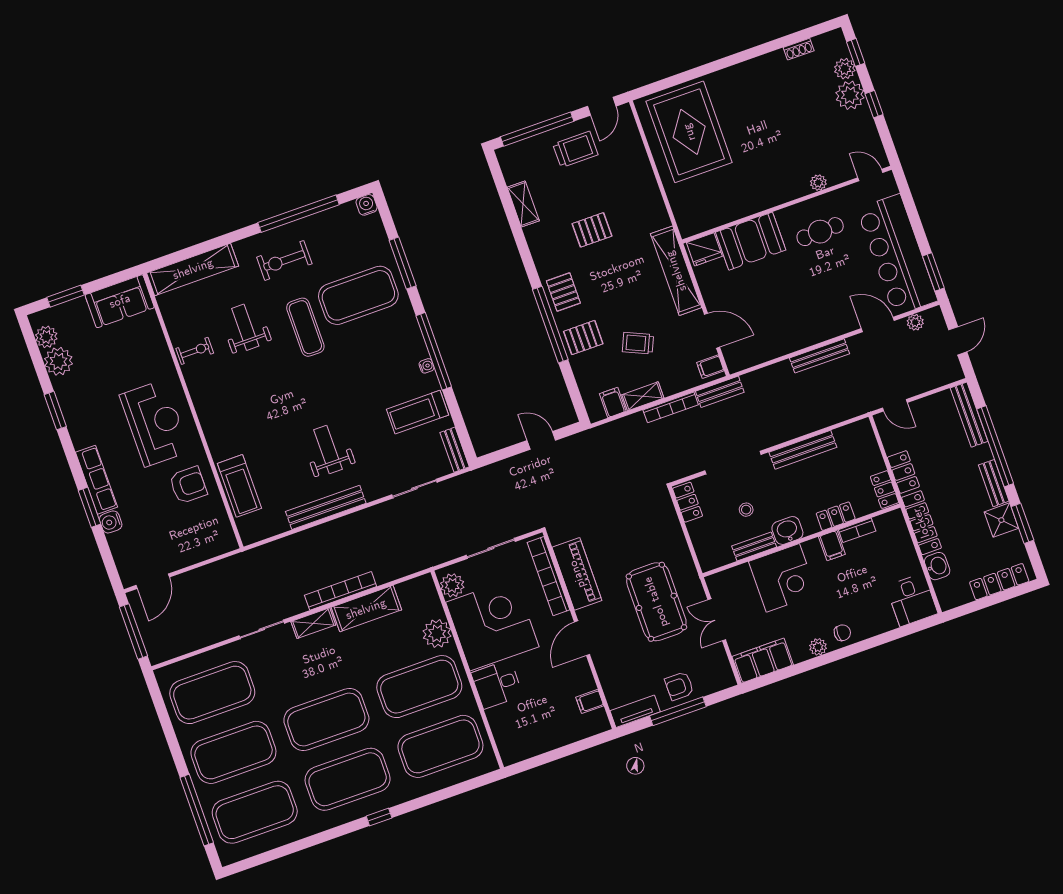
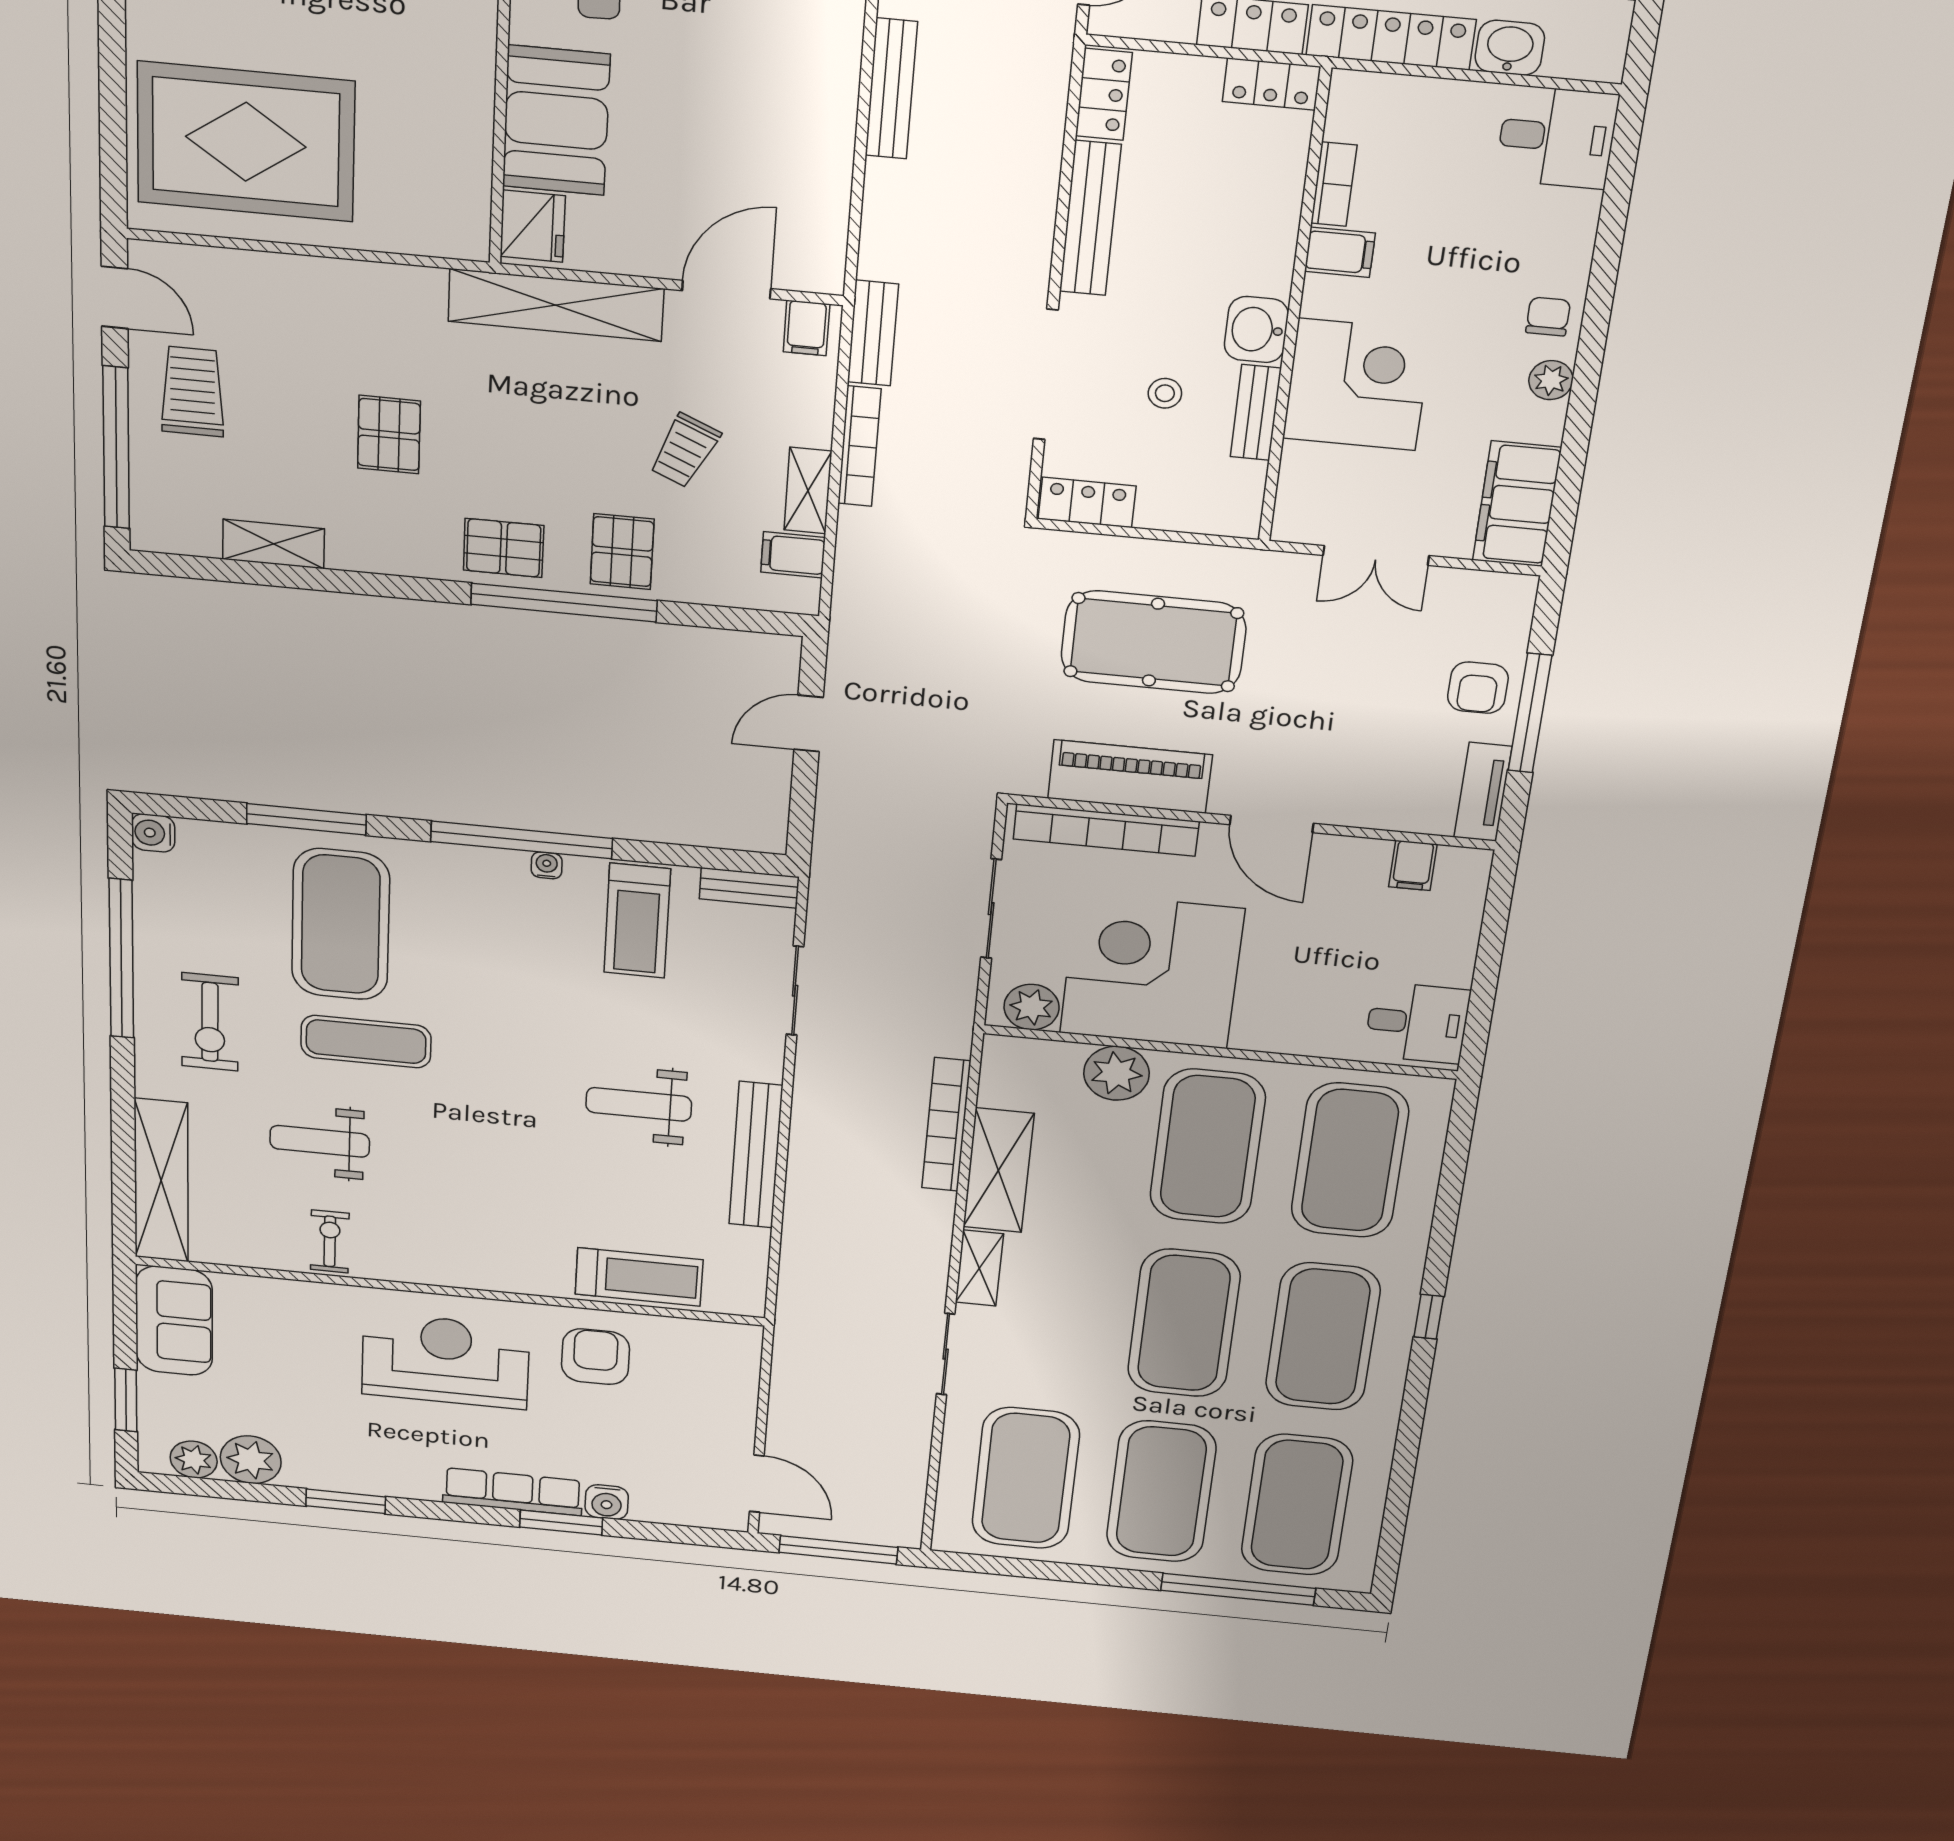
locker: (836, 516) -> (1104, 94), moved, turned 180
bookcase: (341, 591) -> (946, 1125), moved
pool table: (656, 602) -> (1153, 642), moved
desk: (497, 684) -> (1417, 1023), moved, turned -90

